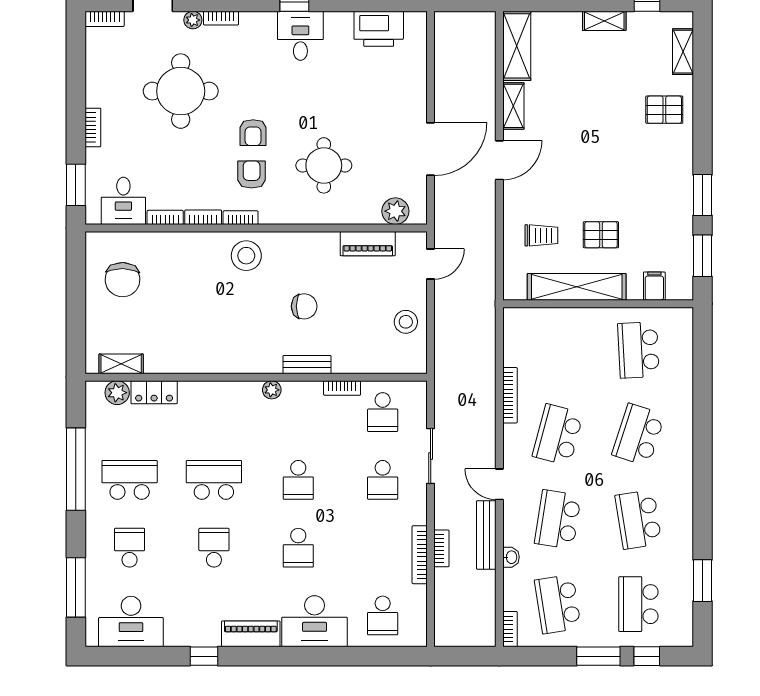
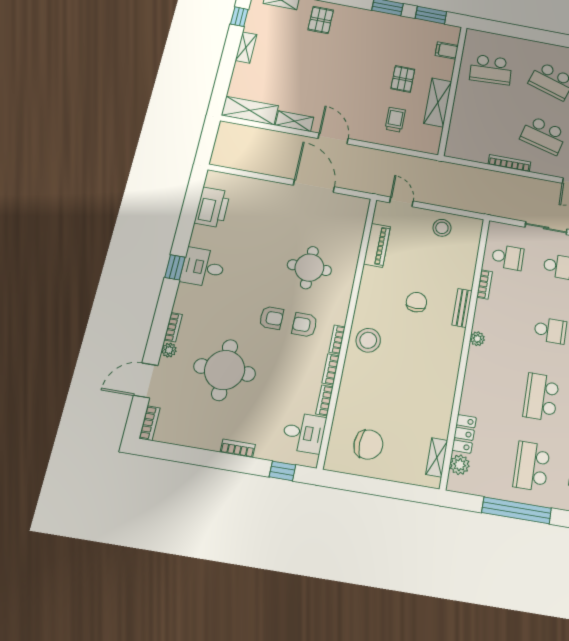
window: (76, 185) -> (282, 471), width x0.67
plant: (395, 211) -> (356, 220), removed
shelving: (577, 287) -> (438, 102), width x0.68

